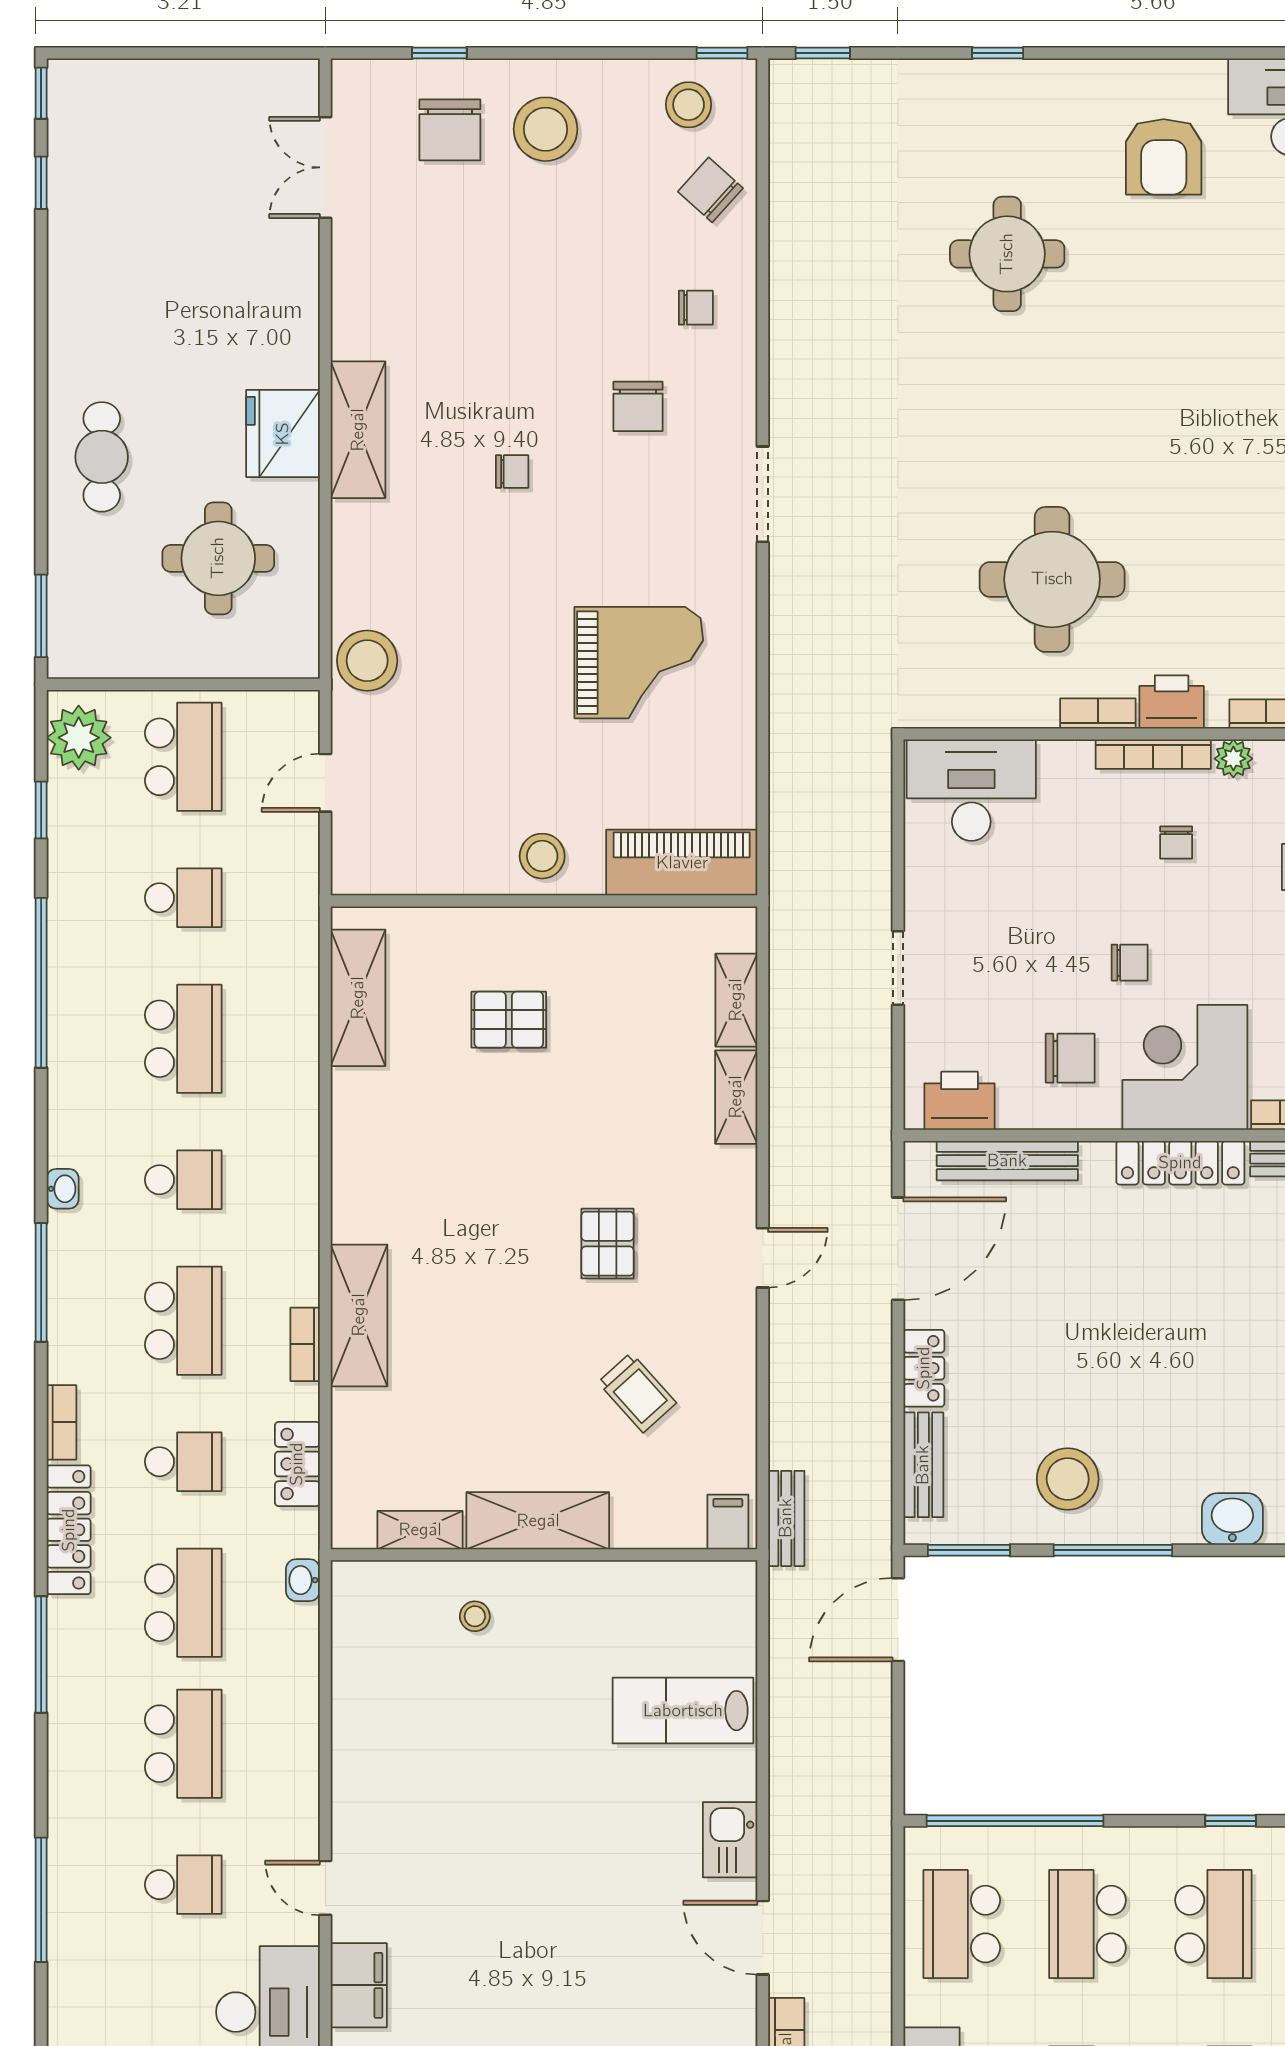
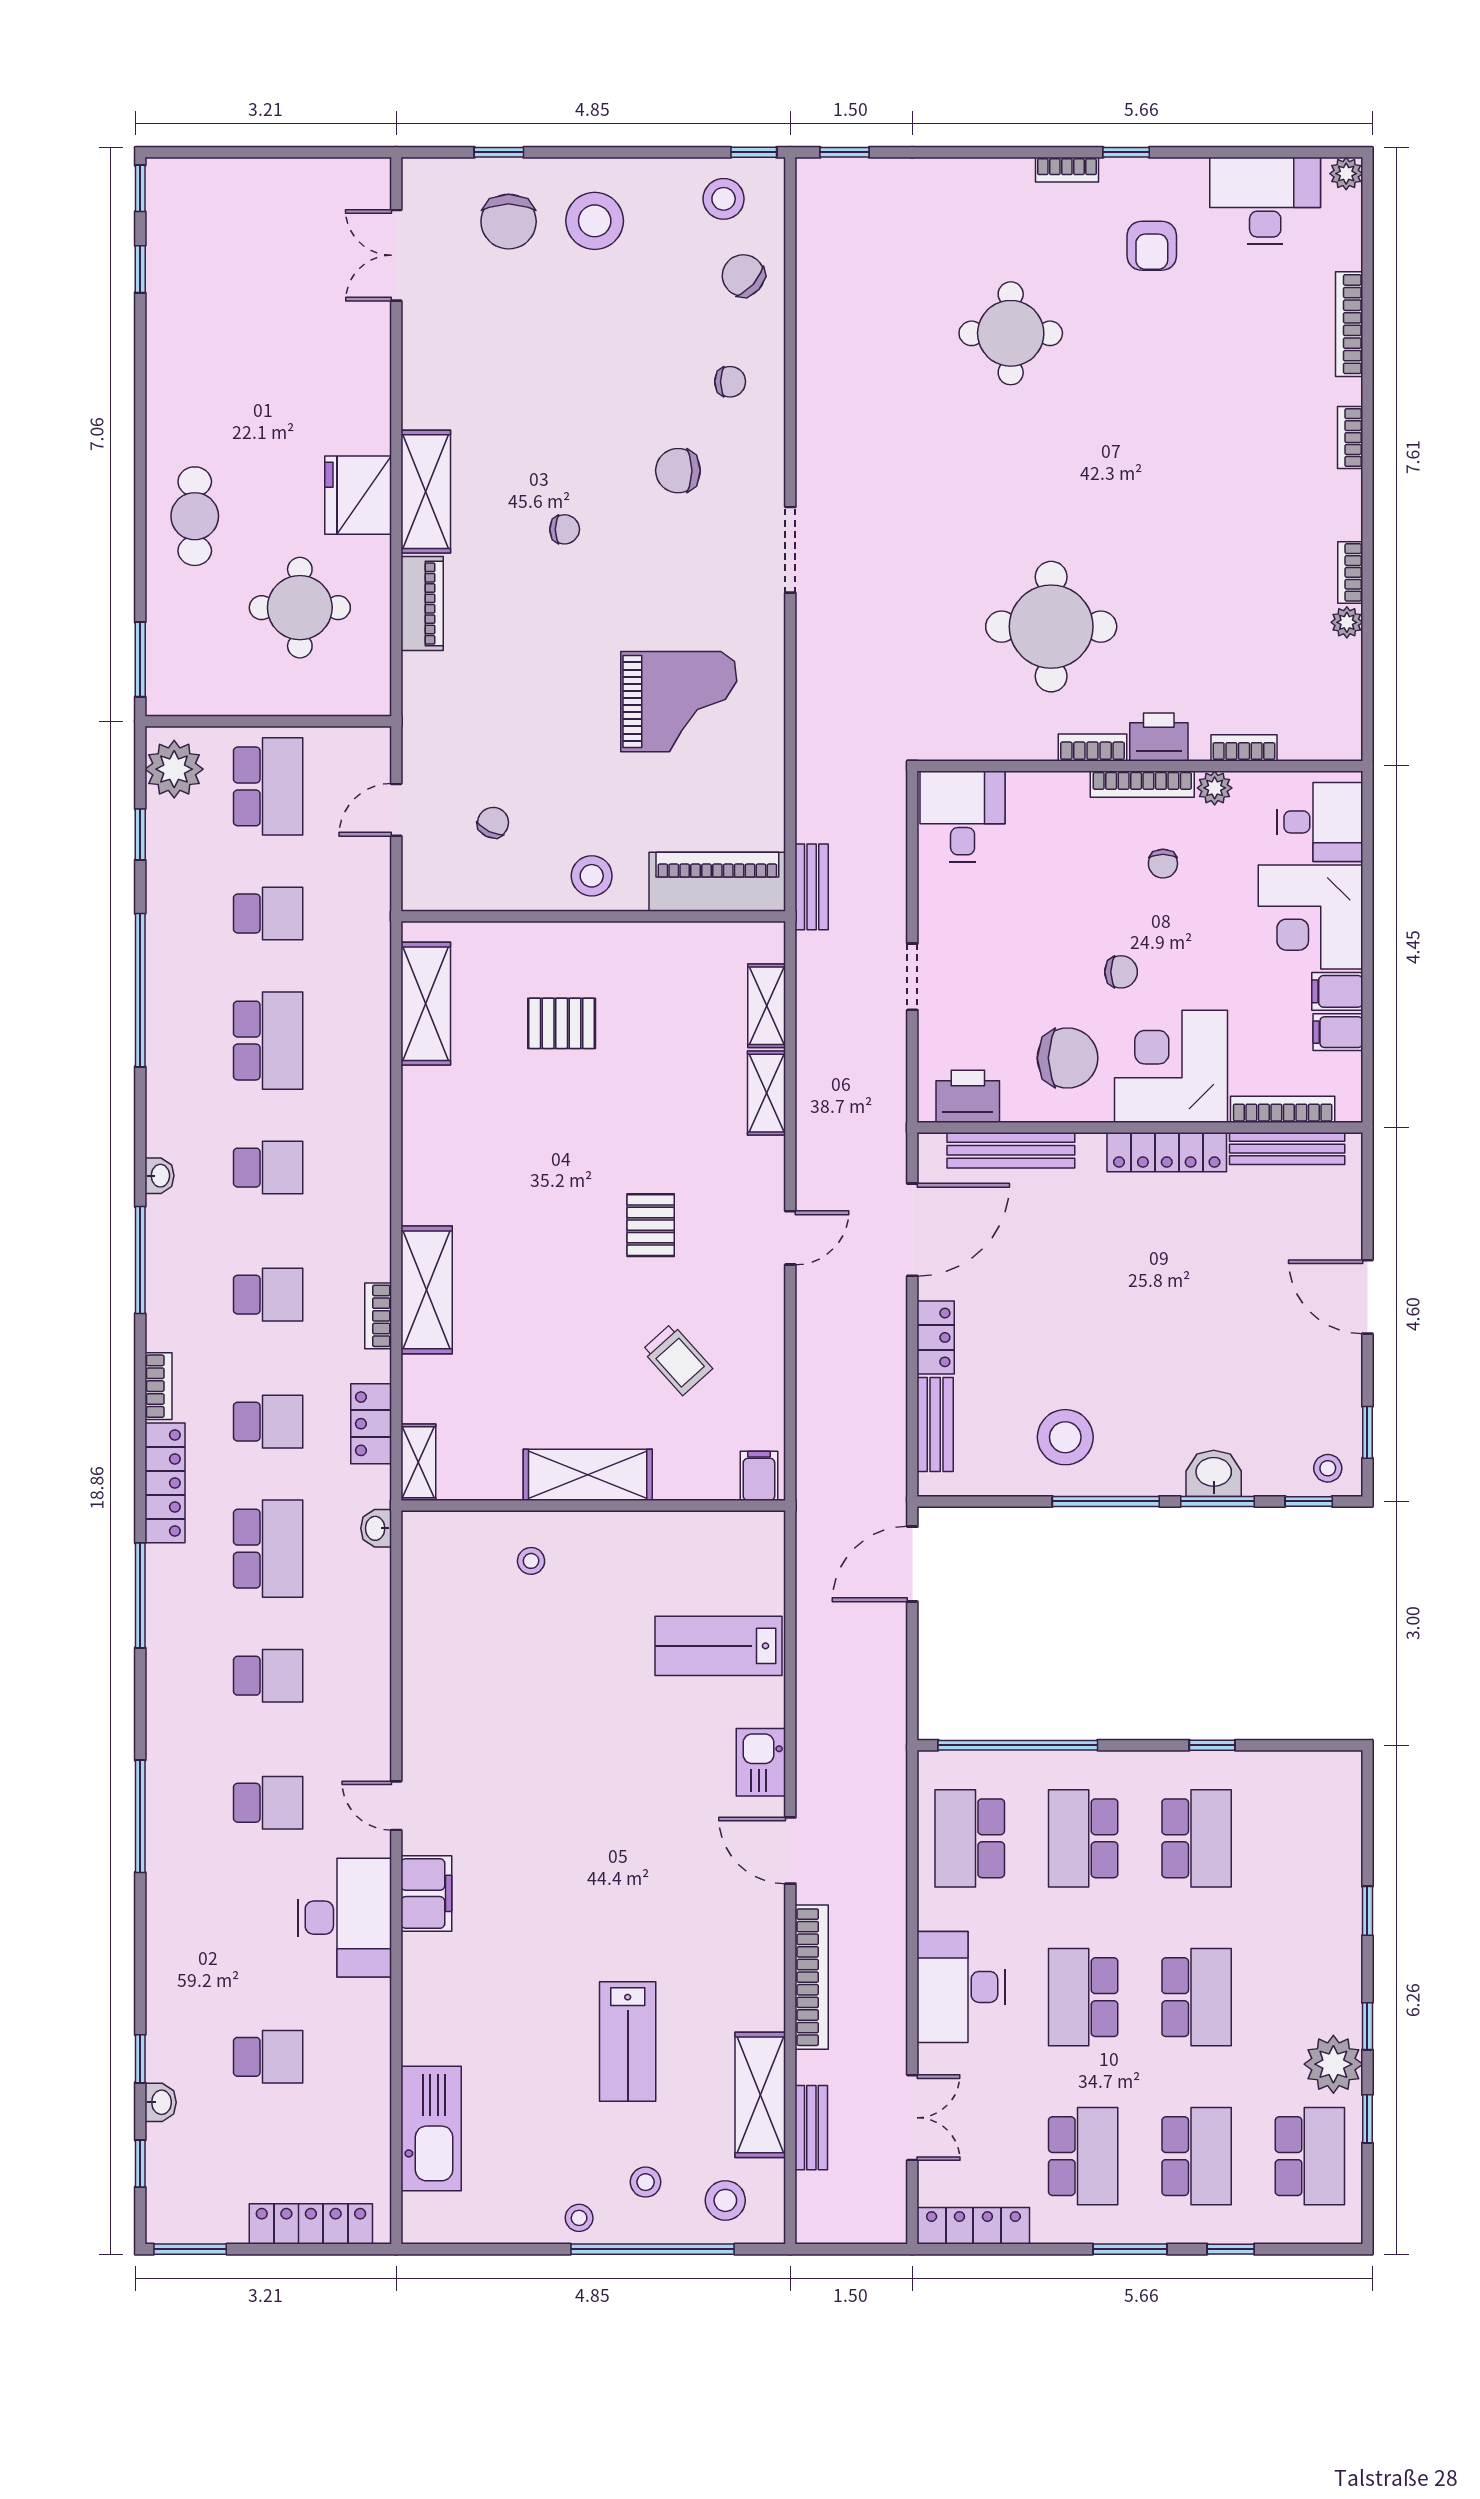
window: (998, 53) -> (1126, 152), moved
bookcase: (1070, 72) -> (1067, 170), added
armchair: (1164, 157) -> (1152, 246), width x0.72, depth x0.72
chair: (638, 406) -> (678, 471), turned 90
piano: (354, 554) -> (422, 604), added
stool: (367, 661) -> (434, 700), removed
desk: (971, 790) -> (963, 816), width x0.73
chair: (433, 797) -> (493, 823), added
chair: (1070, 1058) -> (1067, 1058), width x1.37, depth x1.37
school desk: (183, 1321) -> (268, 1295), width x0.54
bench: (786, 1518) -> (812, 887), moved
shelving: (420, 1530) -> (418, 1462), moved, turned 90
window: (969, 1550) -> (1217, 1501), moved
school desk: (183, 1744) -> (268, 1676), width x0.54

